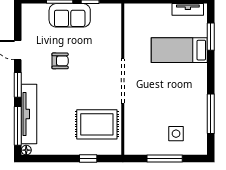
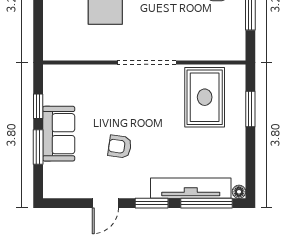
armchair: (60, 61) -> (120, 147), turned -82
window: (88, 159) -> (250, 109), width x1.50

